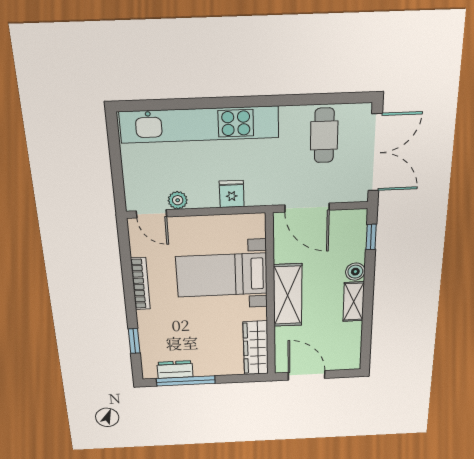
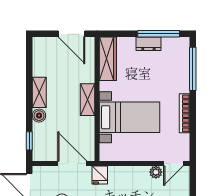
fridge: (232, 194) -> (100, 175), moved
door: (151, 214) -> (173, 164), swing flipped
shelving: (288, 295) -> (87, 100), width x0.67, depth x0.75
window: (134, 341) -> (193, 69), width x2.17
dresser: (175, 370) -> (148, 44), moved

